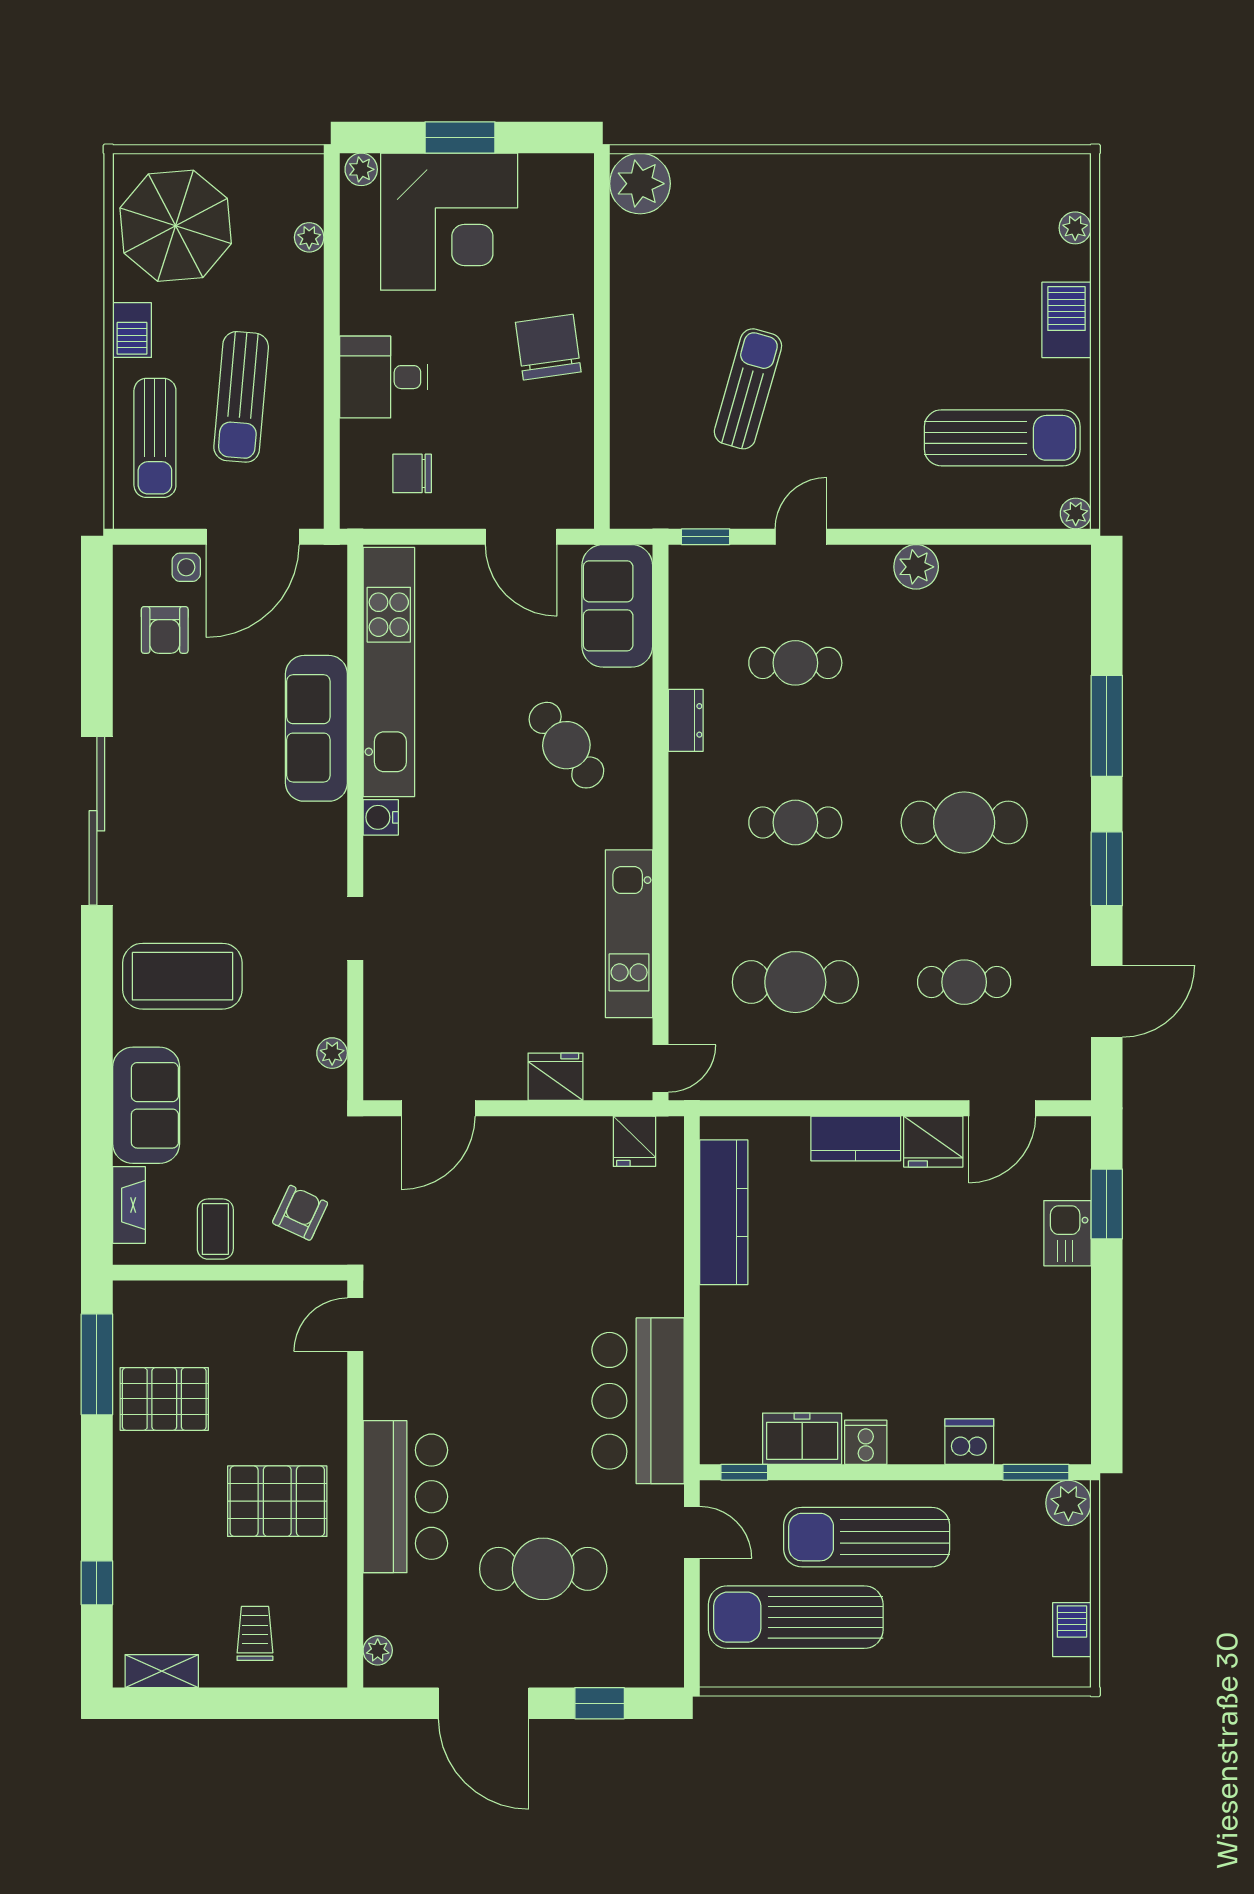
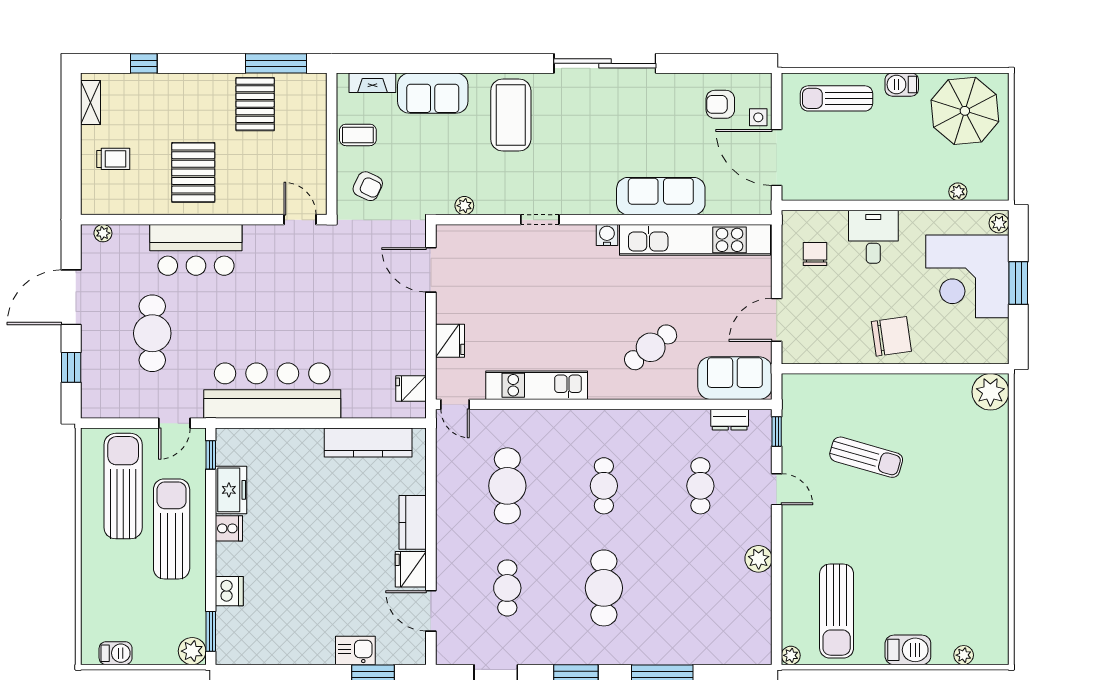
sun lounger: (241, 397) -> (861, 151), removed
dresser: (686, 720) -> (730, 420), moved
bar counter: (638, 1401) -> (272, 391), width x1.36

